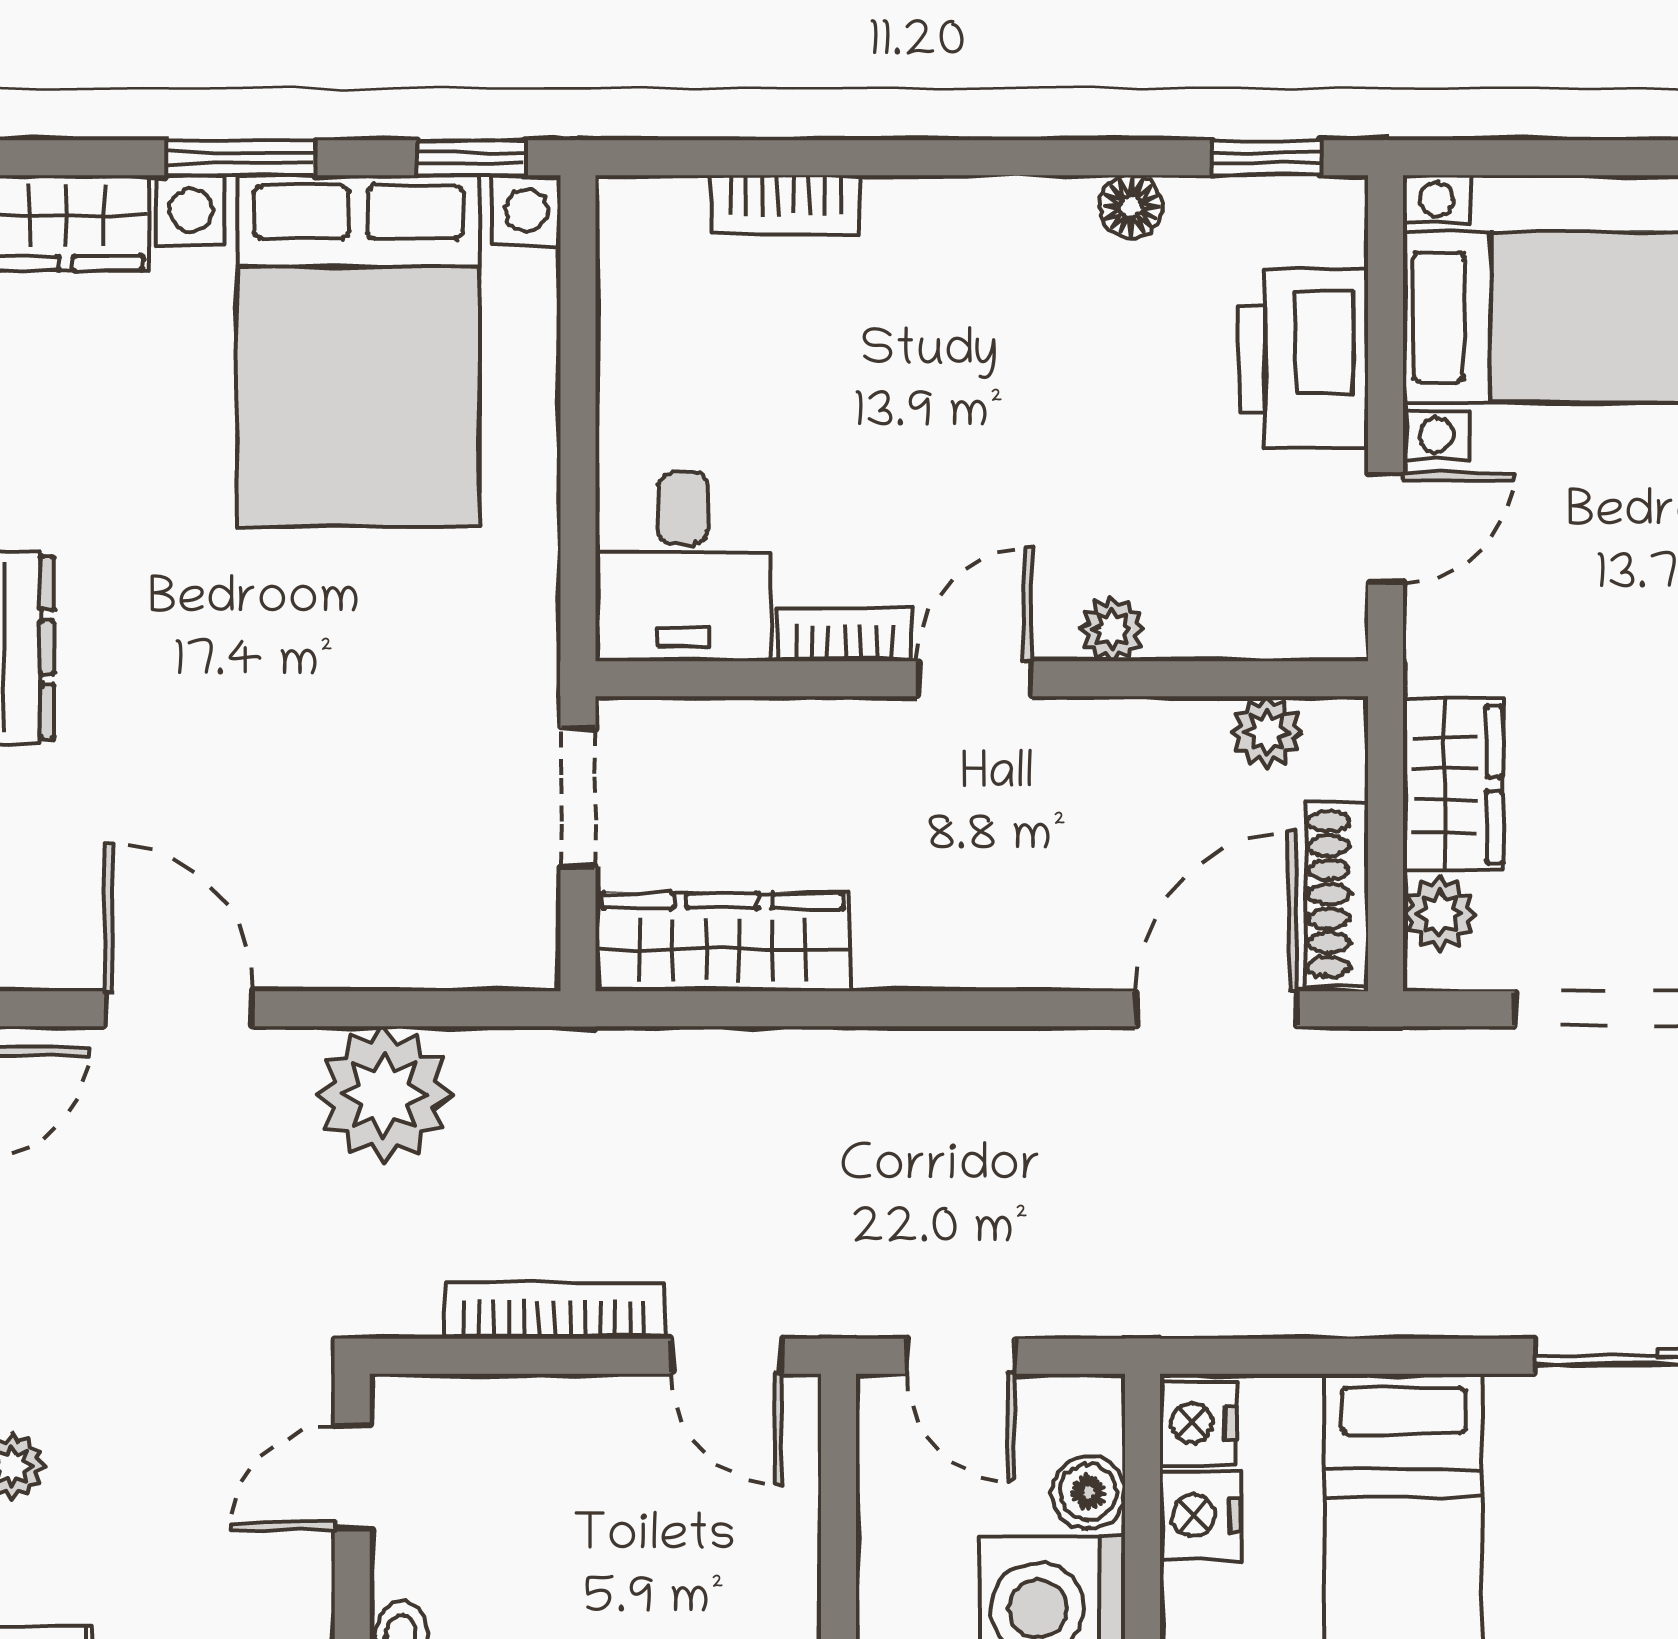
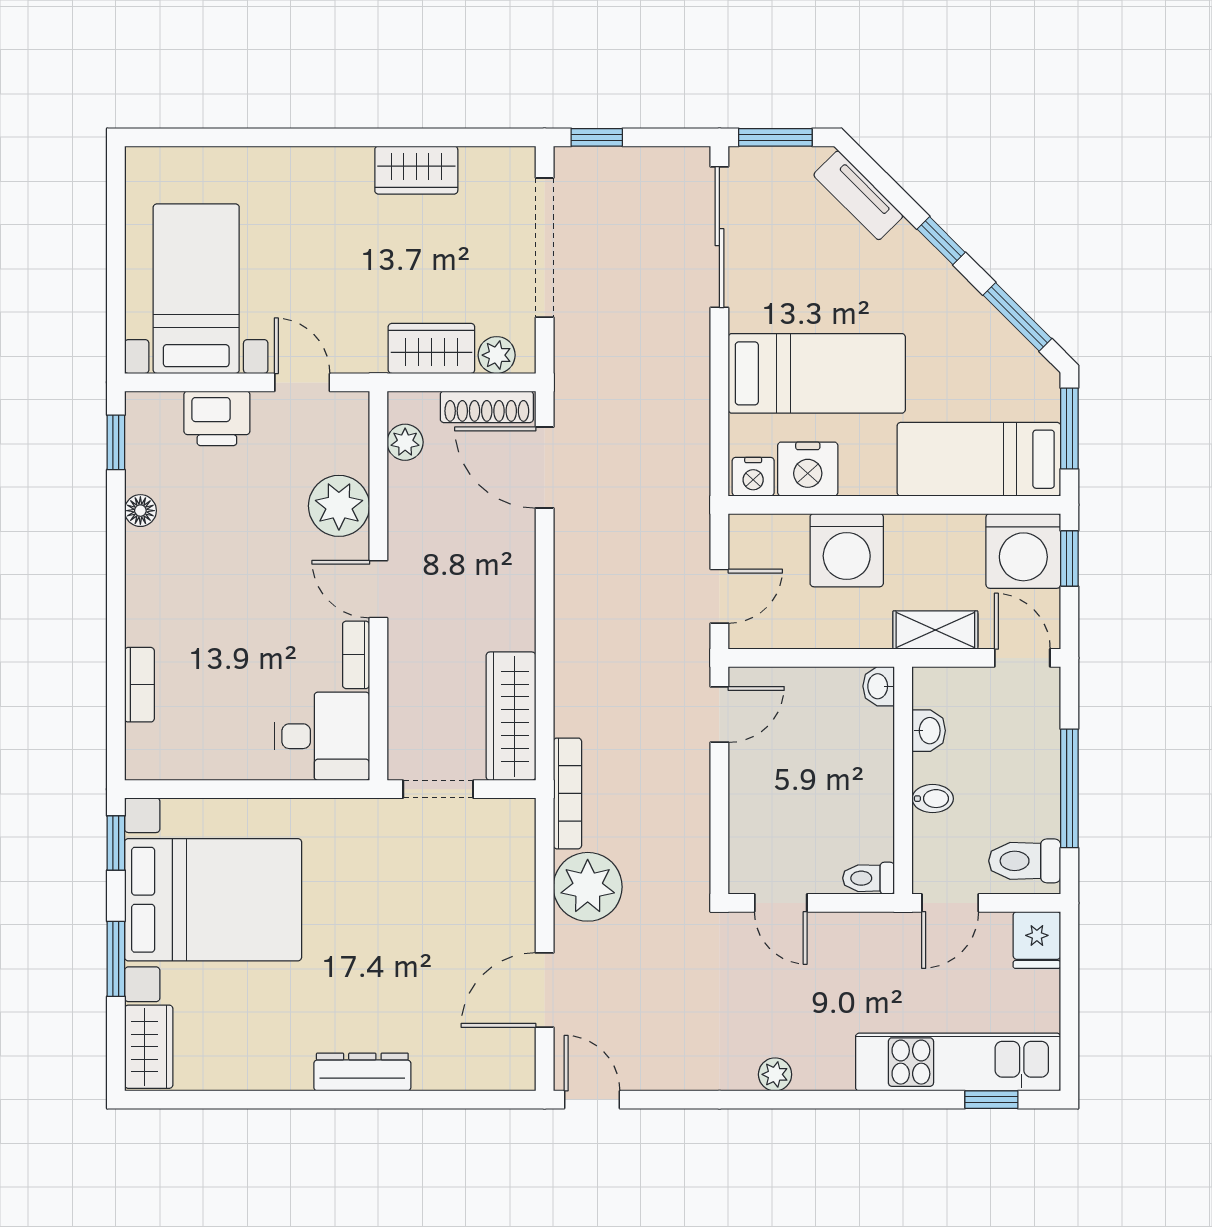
printer: (1304, 358) -> (217, 418), width x0.73, depth x0.84
plant: (1112, 629) -> (339, 506), width x1.87, depth x1.87
bookcase: (555, 1311) -> (567, 793), moved, turned 180
boiler: (1088, 1492) -> (788, 532), removed
nightstand: (1200, 1516) -> (808, 469), width x1.36, depth x1.33

